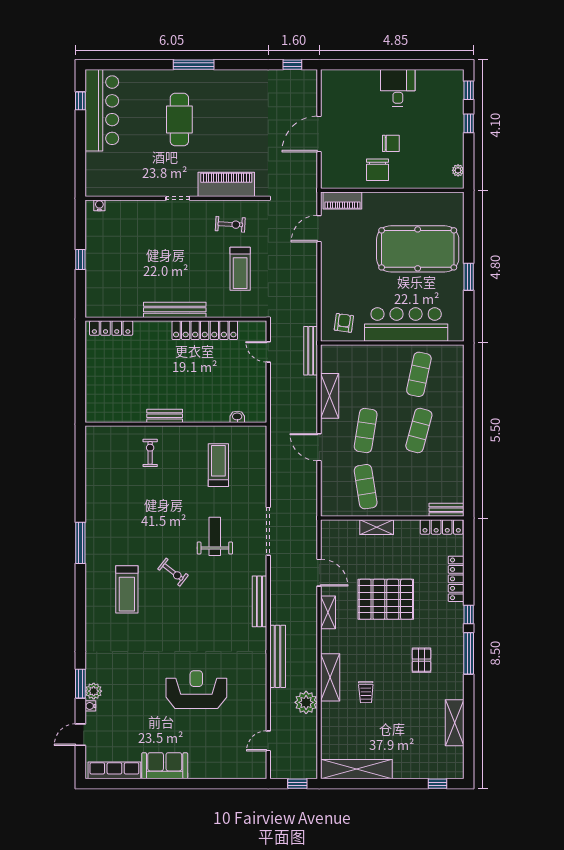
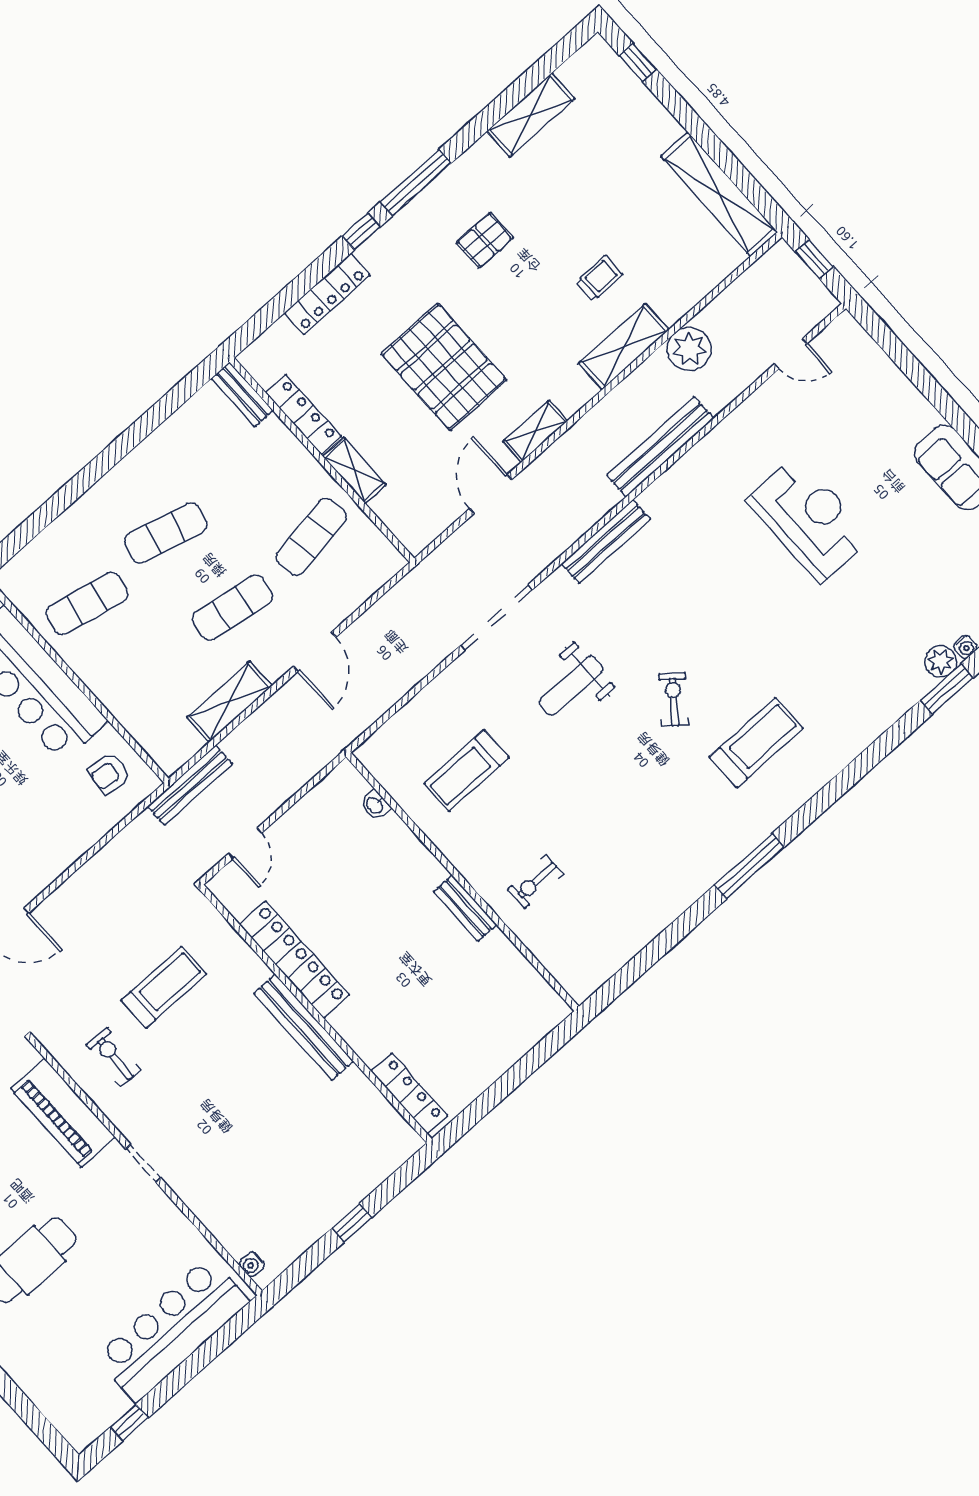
bar counter: (102, 110) -> (172, 1330), moved
locker: (442, 527) -> (303, 414), moved
reception desk: (196, 690) -> (809, 519), turned 180

